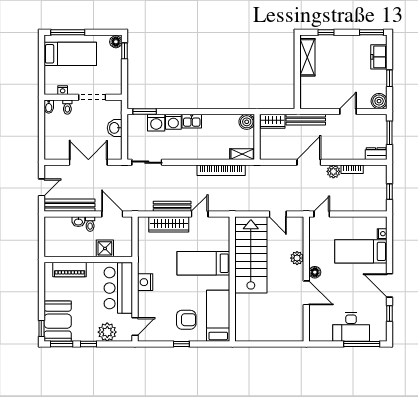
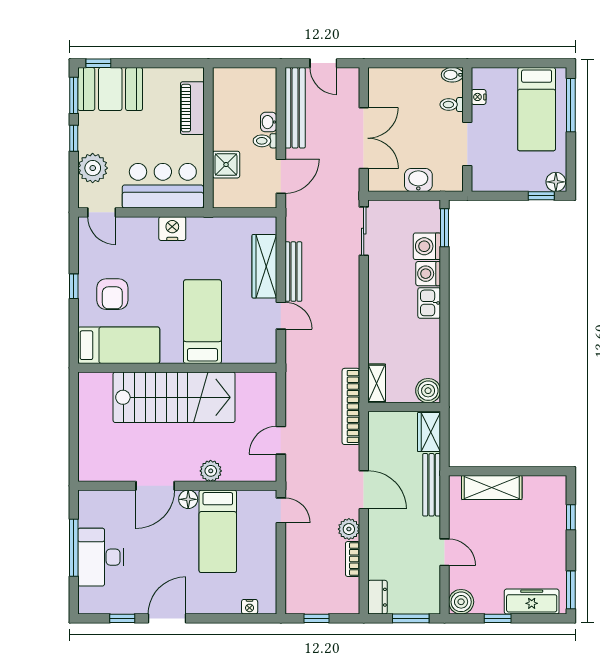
shelving: (307, 57) -> (492, 487), moved
freezer: (379, 57) -> (532, 602), width x1.40
bookcase: (221, 170) -> (351, 406), moved
bed: (361, 251) -> (218, 531), moved, turned 180
stairs: (251, 255) -> (174, 397), moved
window: (362, 344) -> (74, 548), moved

